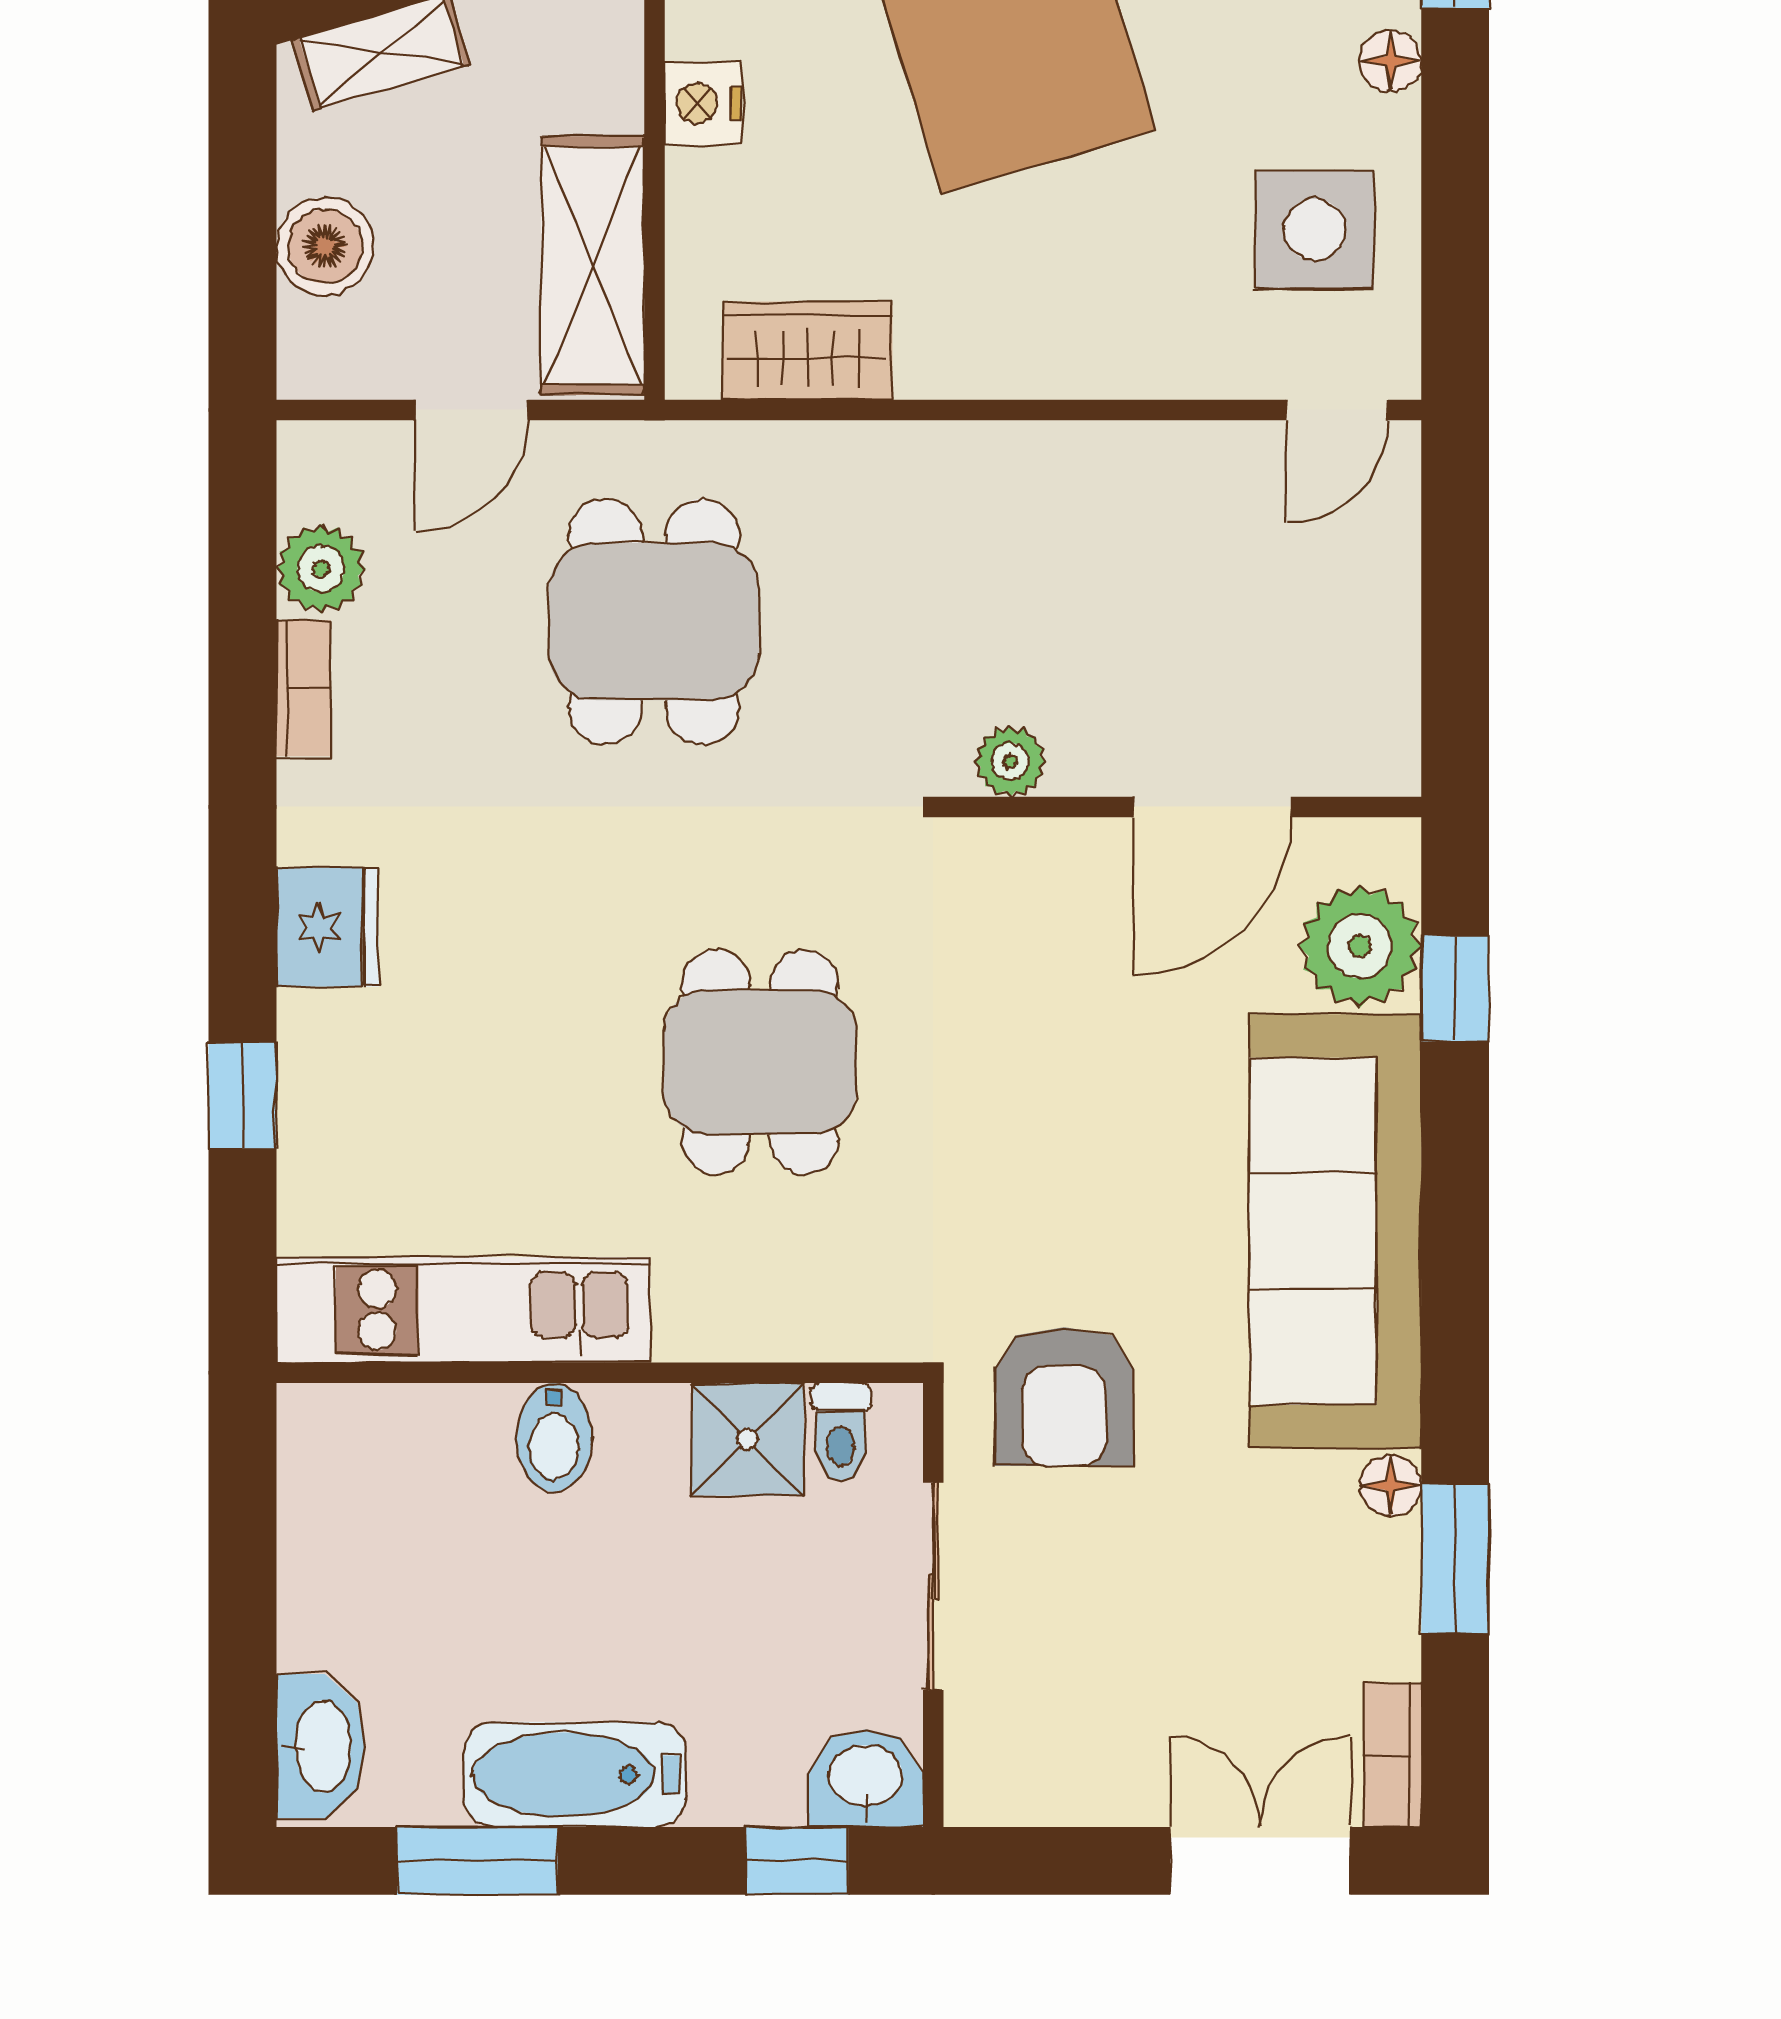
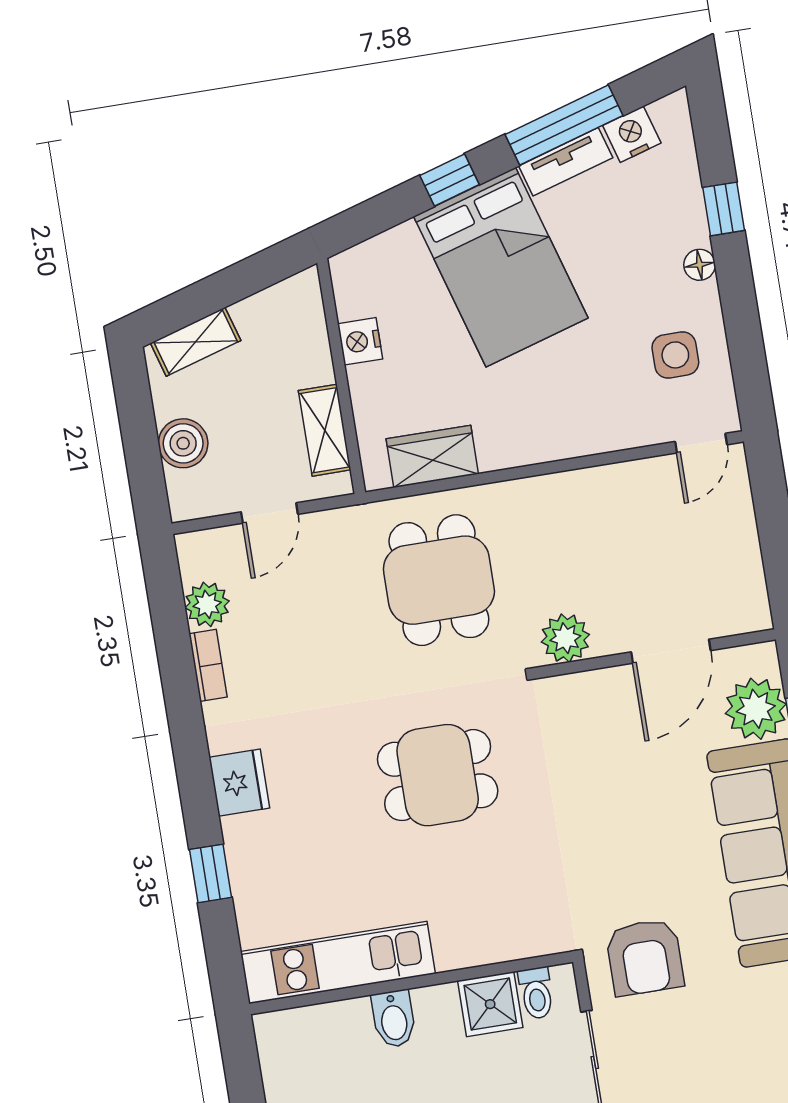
side table: (1315, 230) -> (675, 355), width x0.73, depth x0.73
shelving: (593, 265) -> (325, 430), width x0.67, depth x0.75
dining table: (654, 621) -> (439, 580), moved
plant: (1010, 761) -> (565, 638), width x1.38, depth x1.38
dining table: (760, 1062) -> (438, 775), moved, turned 90

